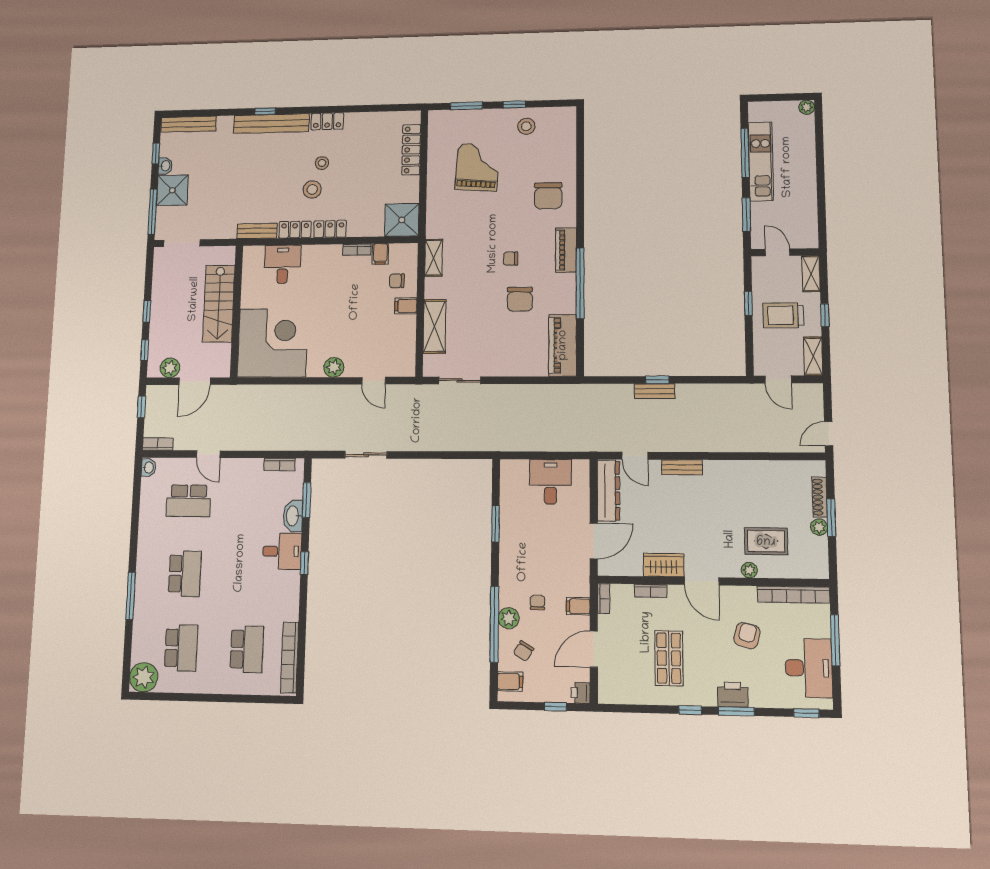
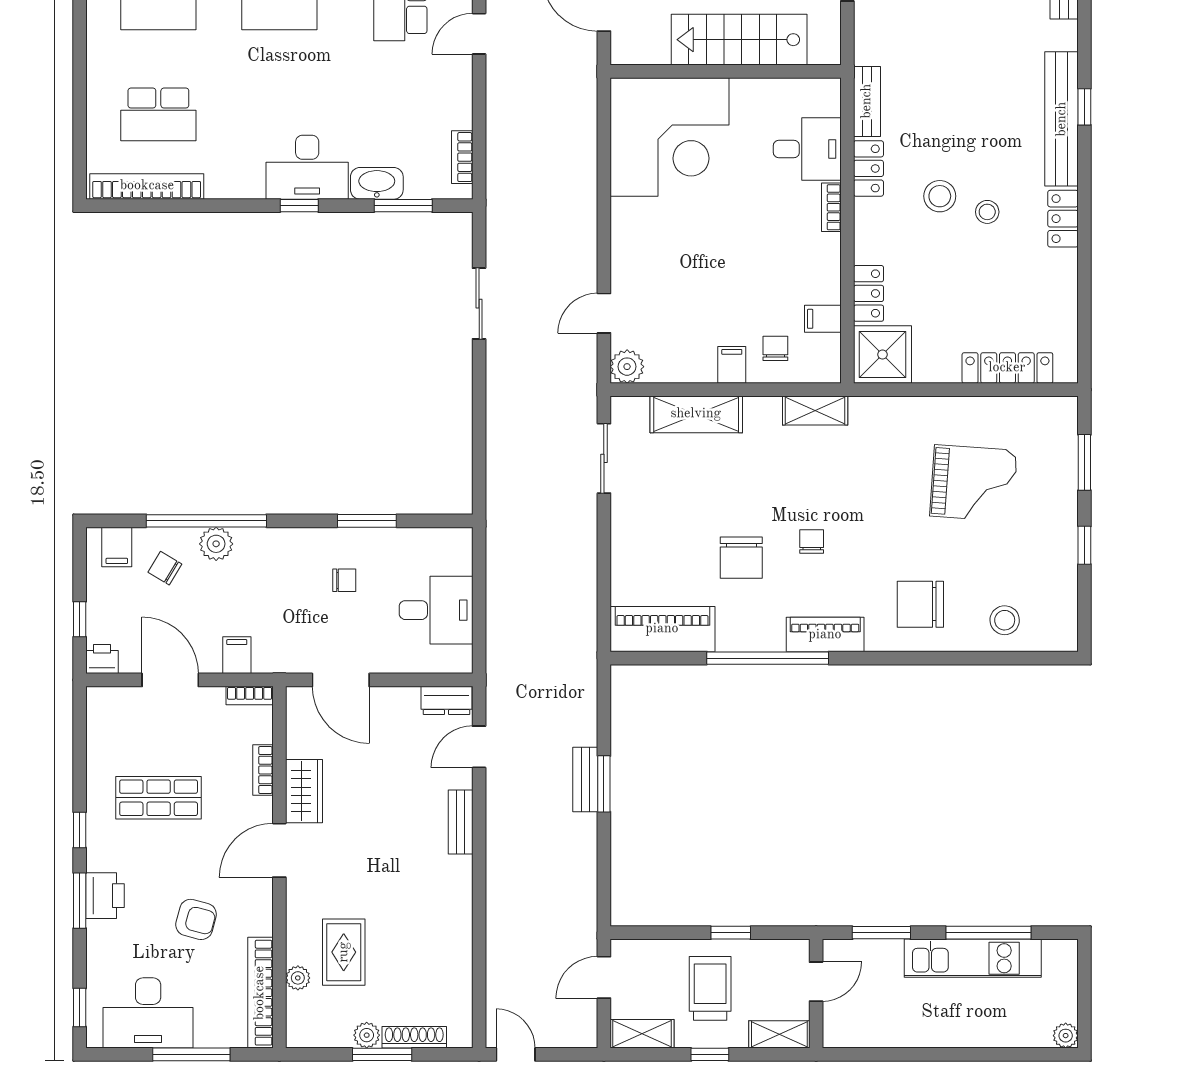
stool: (526, 126) -> (1005, 620), moved
locker: (330, 229) -> (869, 293), moved
bookcase: (357, 250) -> (831, 207), moved
chair: (520, 299) -> (741, 558), turned -90
plant: (334, 367) -> (627, 367), moved
window: (657, 380) -> (604, 784), width x1.50
dresser: (608, 491) -> (446, 700), width x0.51, depth x0.80
desk: (282, 551) -> (307, 167), width x1.37
plant: (749, 570) -> (298, 978), moved
chair: (537, 602) -> (344, 580), moved

